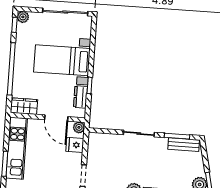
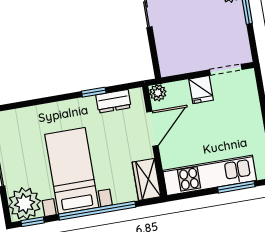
plant: (23, 17) -> (25, 204), width x1.87, depth x1.87
bed with nightstands: (62, 60) -> (72, 171), moved, turned 180
fridge: (75, 145) -> (201, 90), moved

